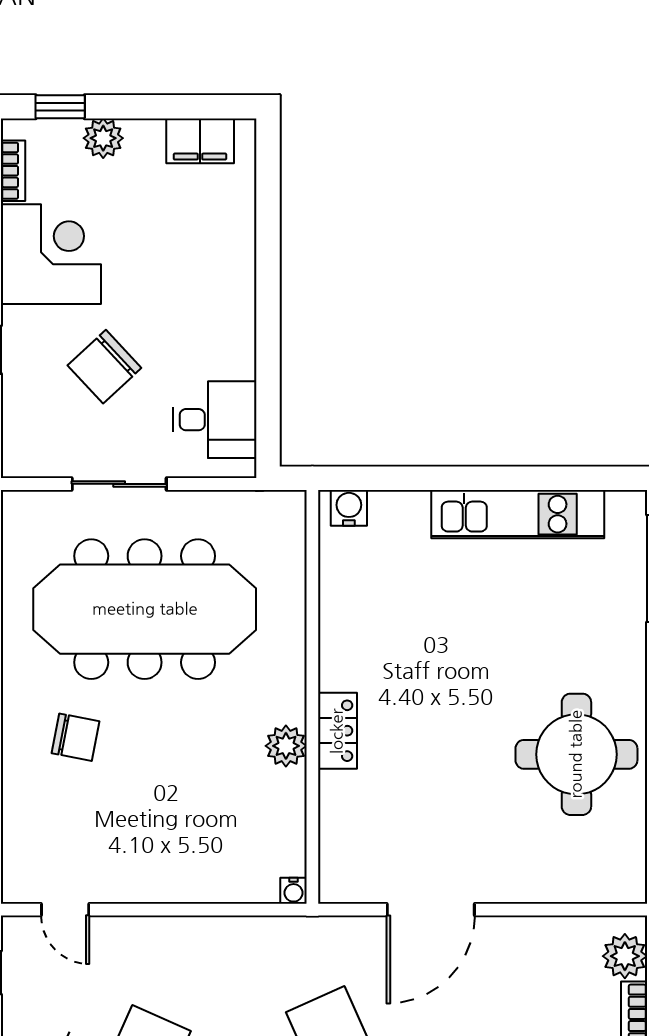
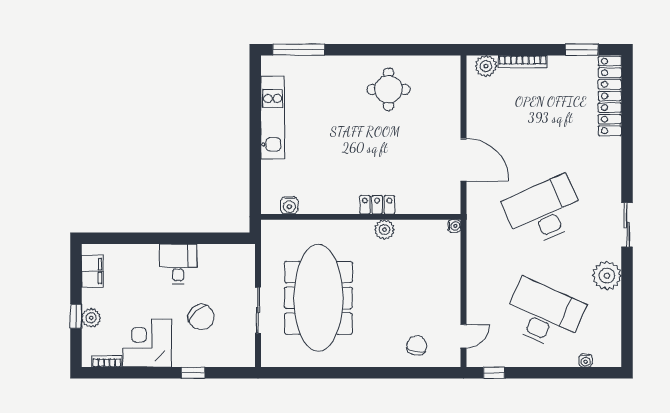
window: (60, 107) -> (76, 316), moved
desk: (215, 420) -> (178, 264), moved
water cooler: (349, 508) -> (289, 205), moved, turned -90
chair: (76, 737) -> (417, 346), moved
round table: (576, 754) -> (389, 89), width x0.73, depth x0.73

